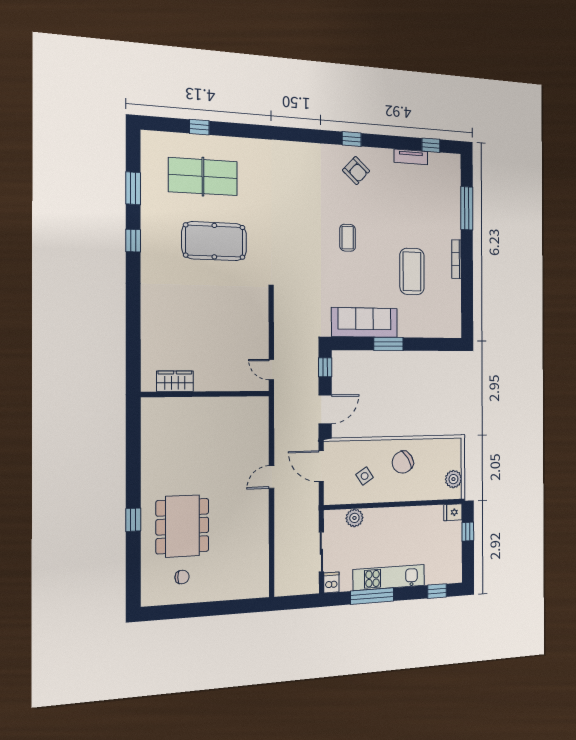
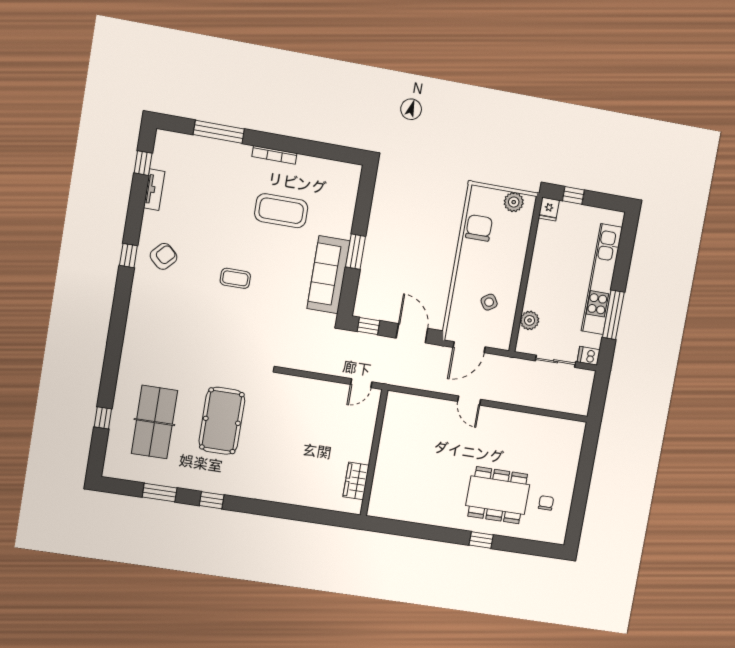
chair: (403, 462) -> (479, 228), moved, turned -148
kitchen unit: (389, 578) -> (602, 279), width x1.36
window: (437, 591) -> (627, 242), removed

